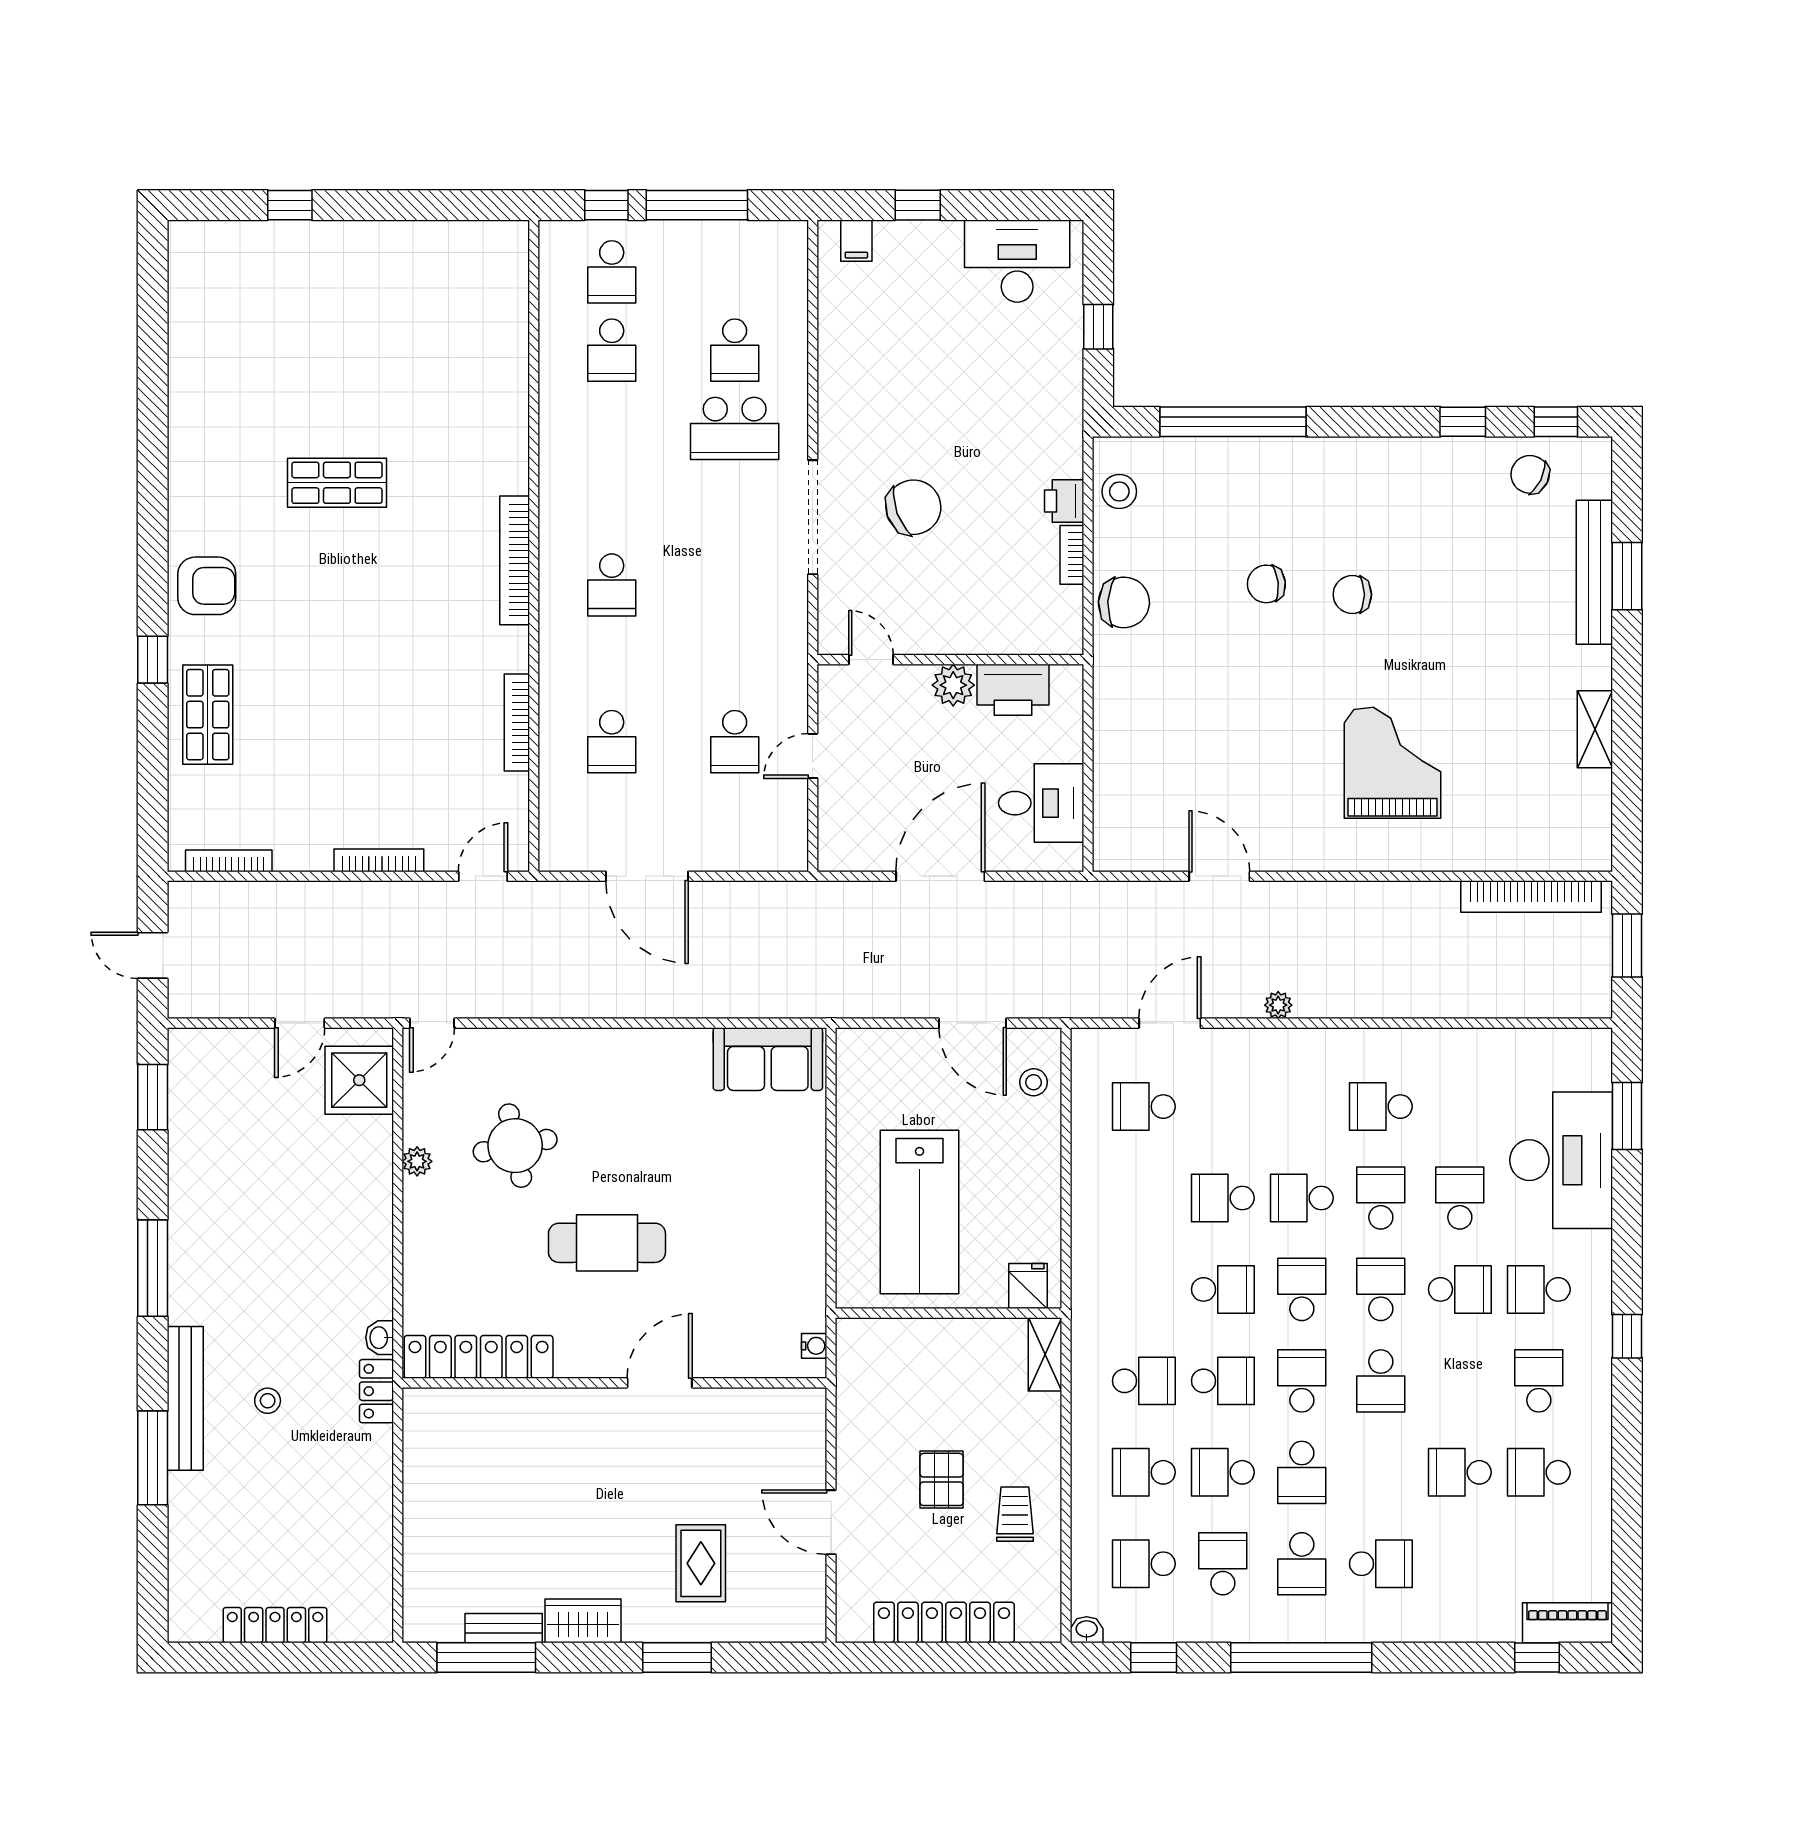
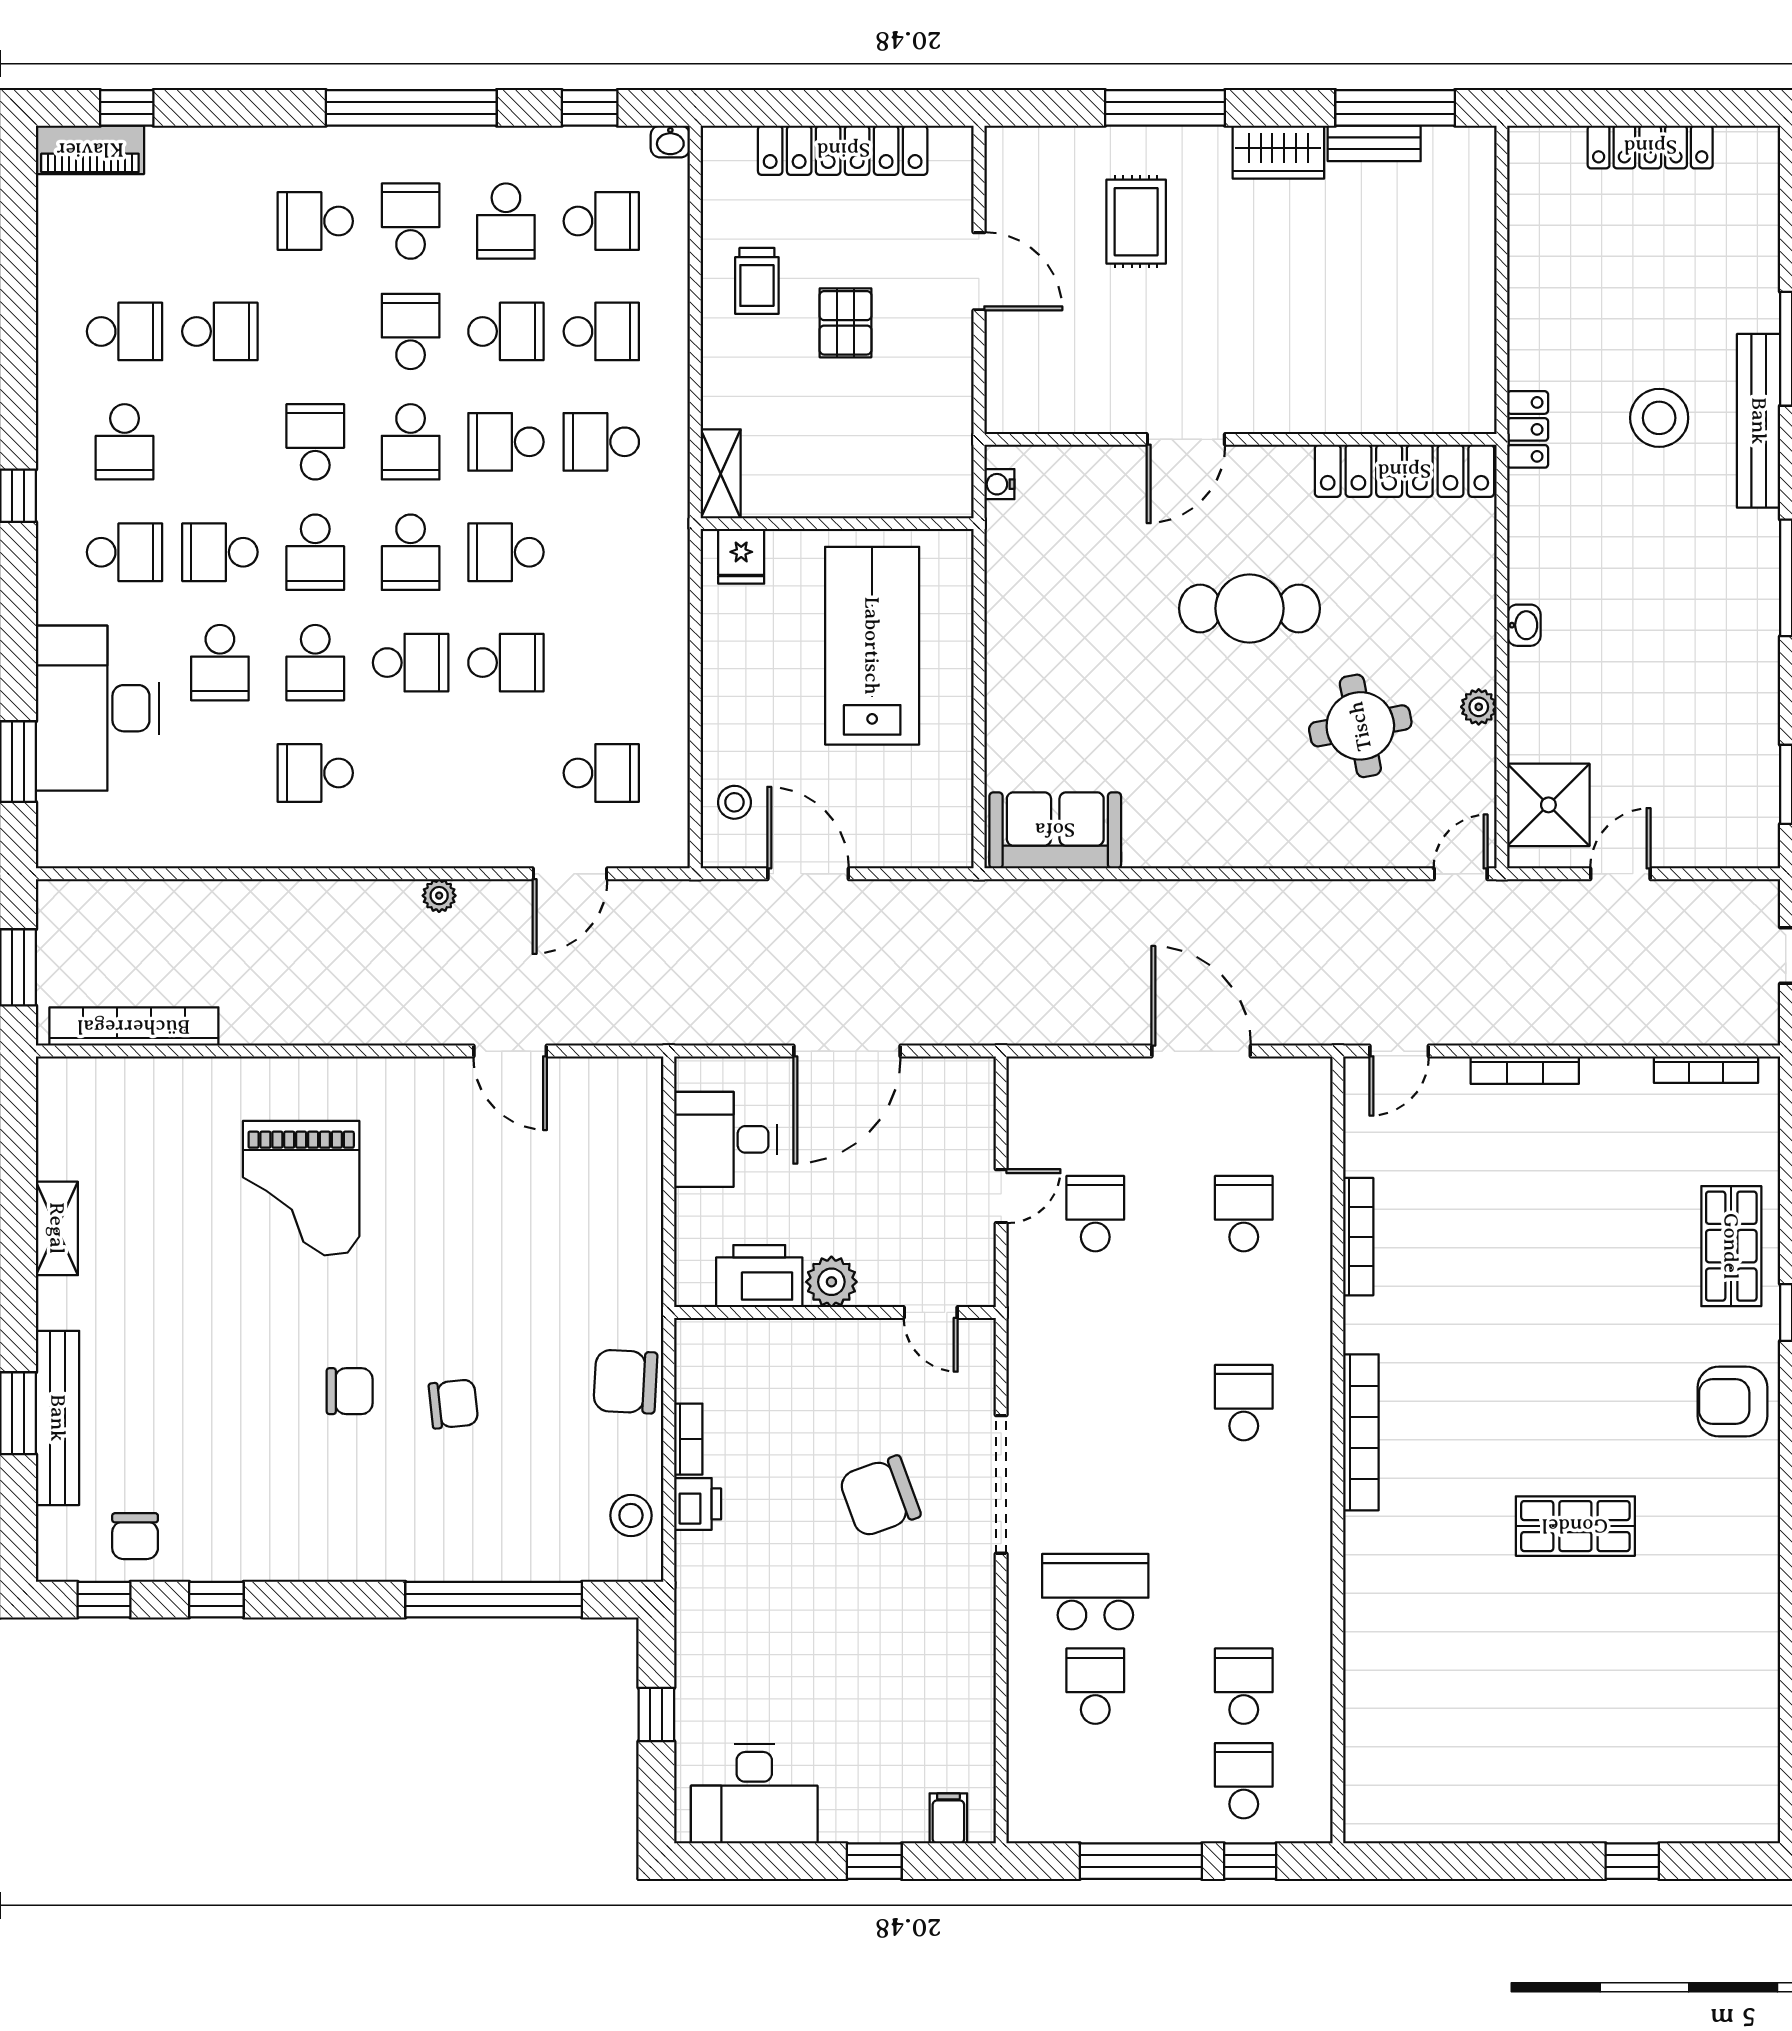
chair: (1530, 474) -> (135, 1536), turned 64
school desk: (1381, 1107) -> (315, 773), turned 180
washbasin: (380, 1338) -> (1524, 625), moved
stool: (268, 1401) -> (1659, 418), width x1.89, depth x1.89
window: (677, 1658) -> (1165, 108), width x1.44

